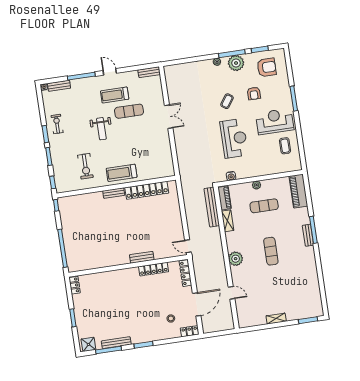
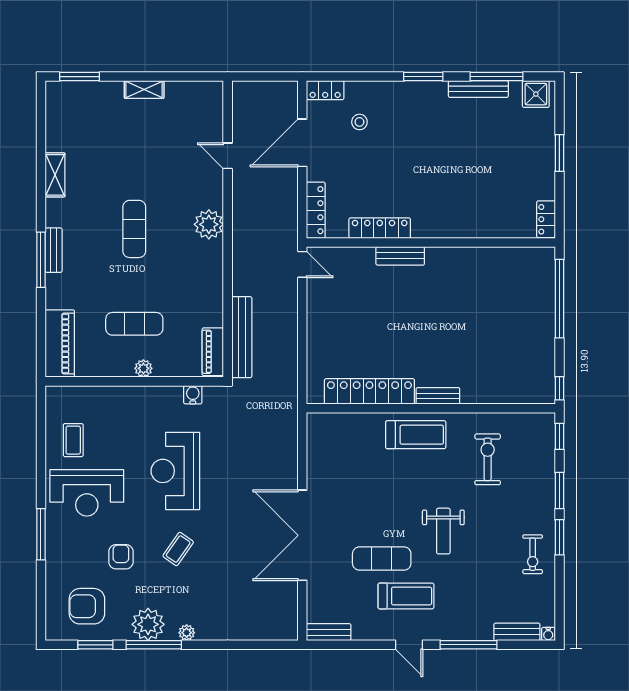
double door: (169, 117) -> (302, 535), width x1.87
weight bench: (101, 129) -> (443, 531), turned 180
shelving: (228, 221) -> (55, 175), moved

